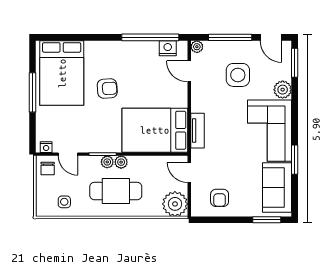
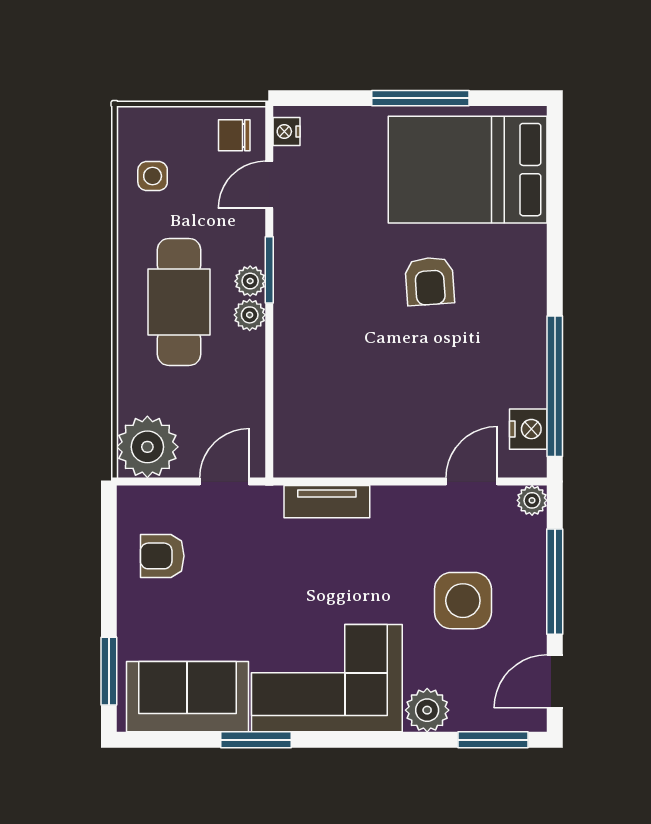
bed: (155, 130) -> (328, 398), removed

